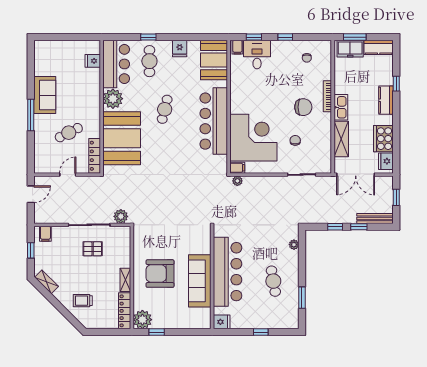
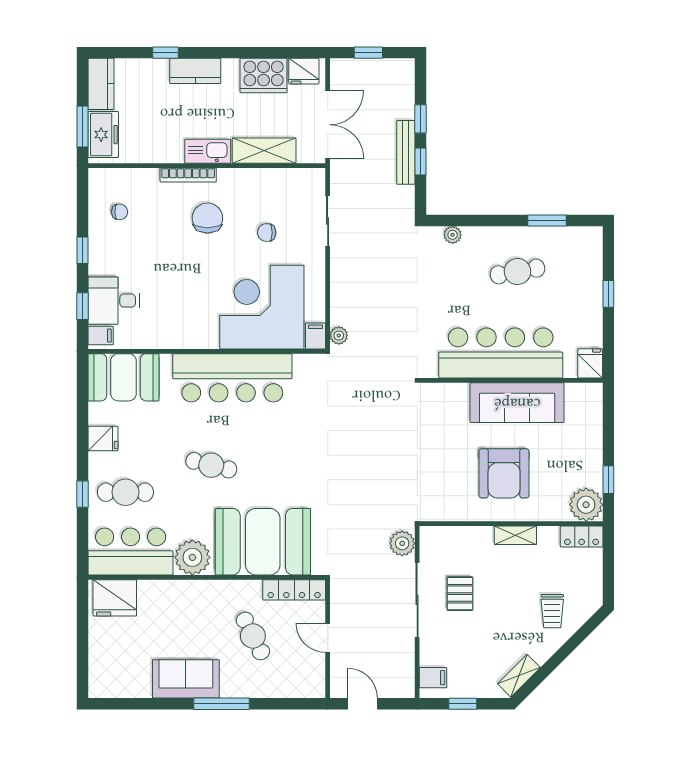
fridge: (93, 61) -> (115, 598), width x1.88, depth x1.34
bench: (375, 218) -> (406, 152), moved
locker: (125, 311) -> (582, 537), width x0.66

